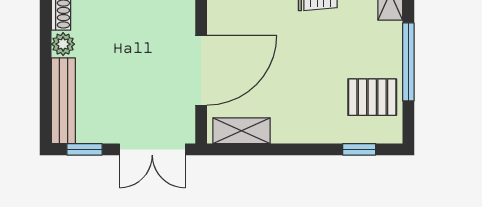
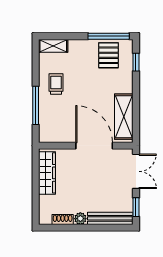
window: (408, 62) -> (109, 36), moved
shelving: (242, 131) -> (124, 117), width x1.50, depth x1.33

